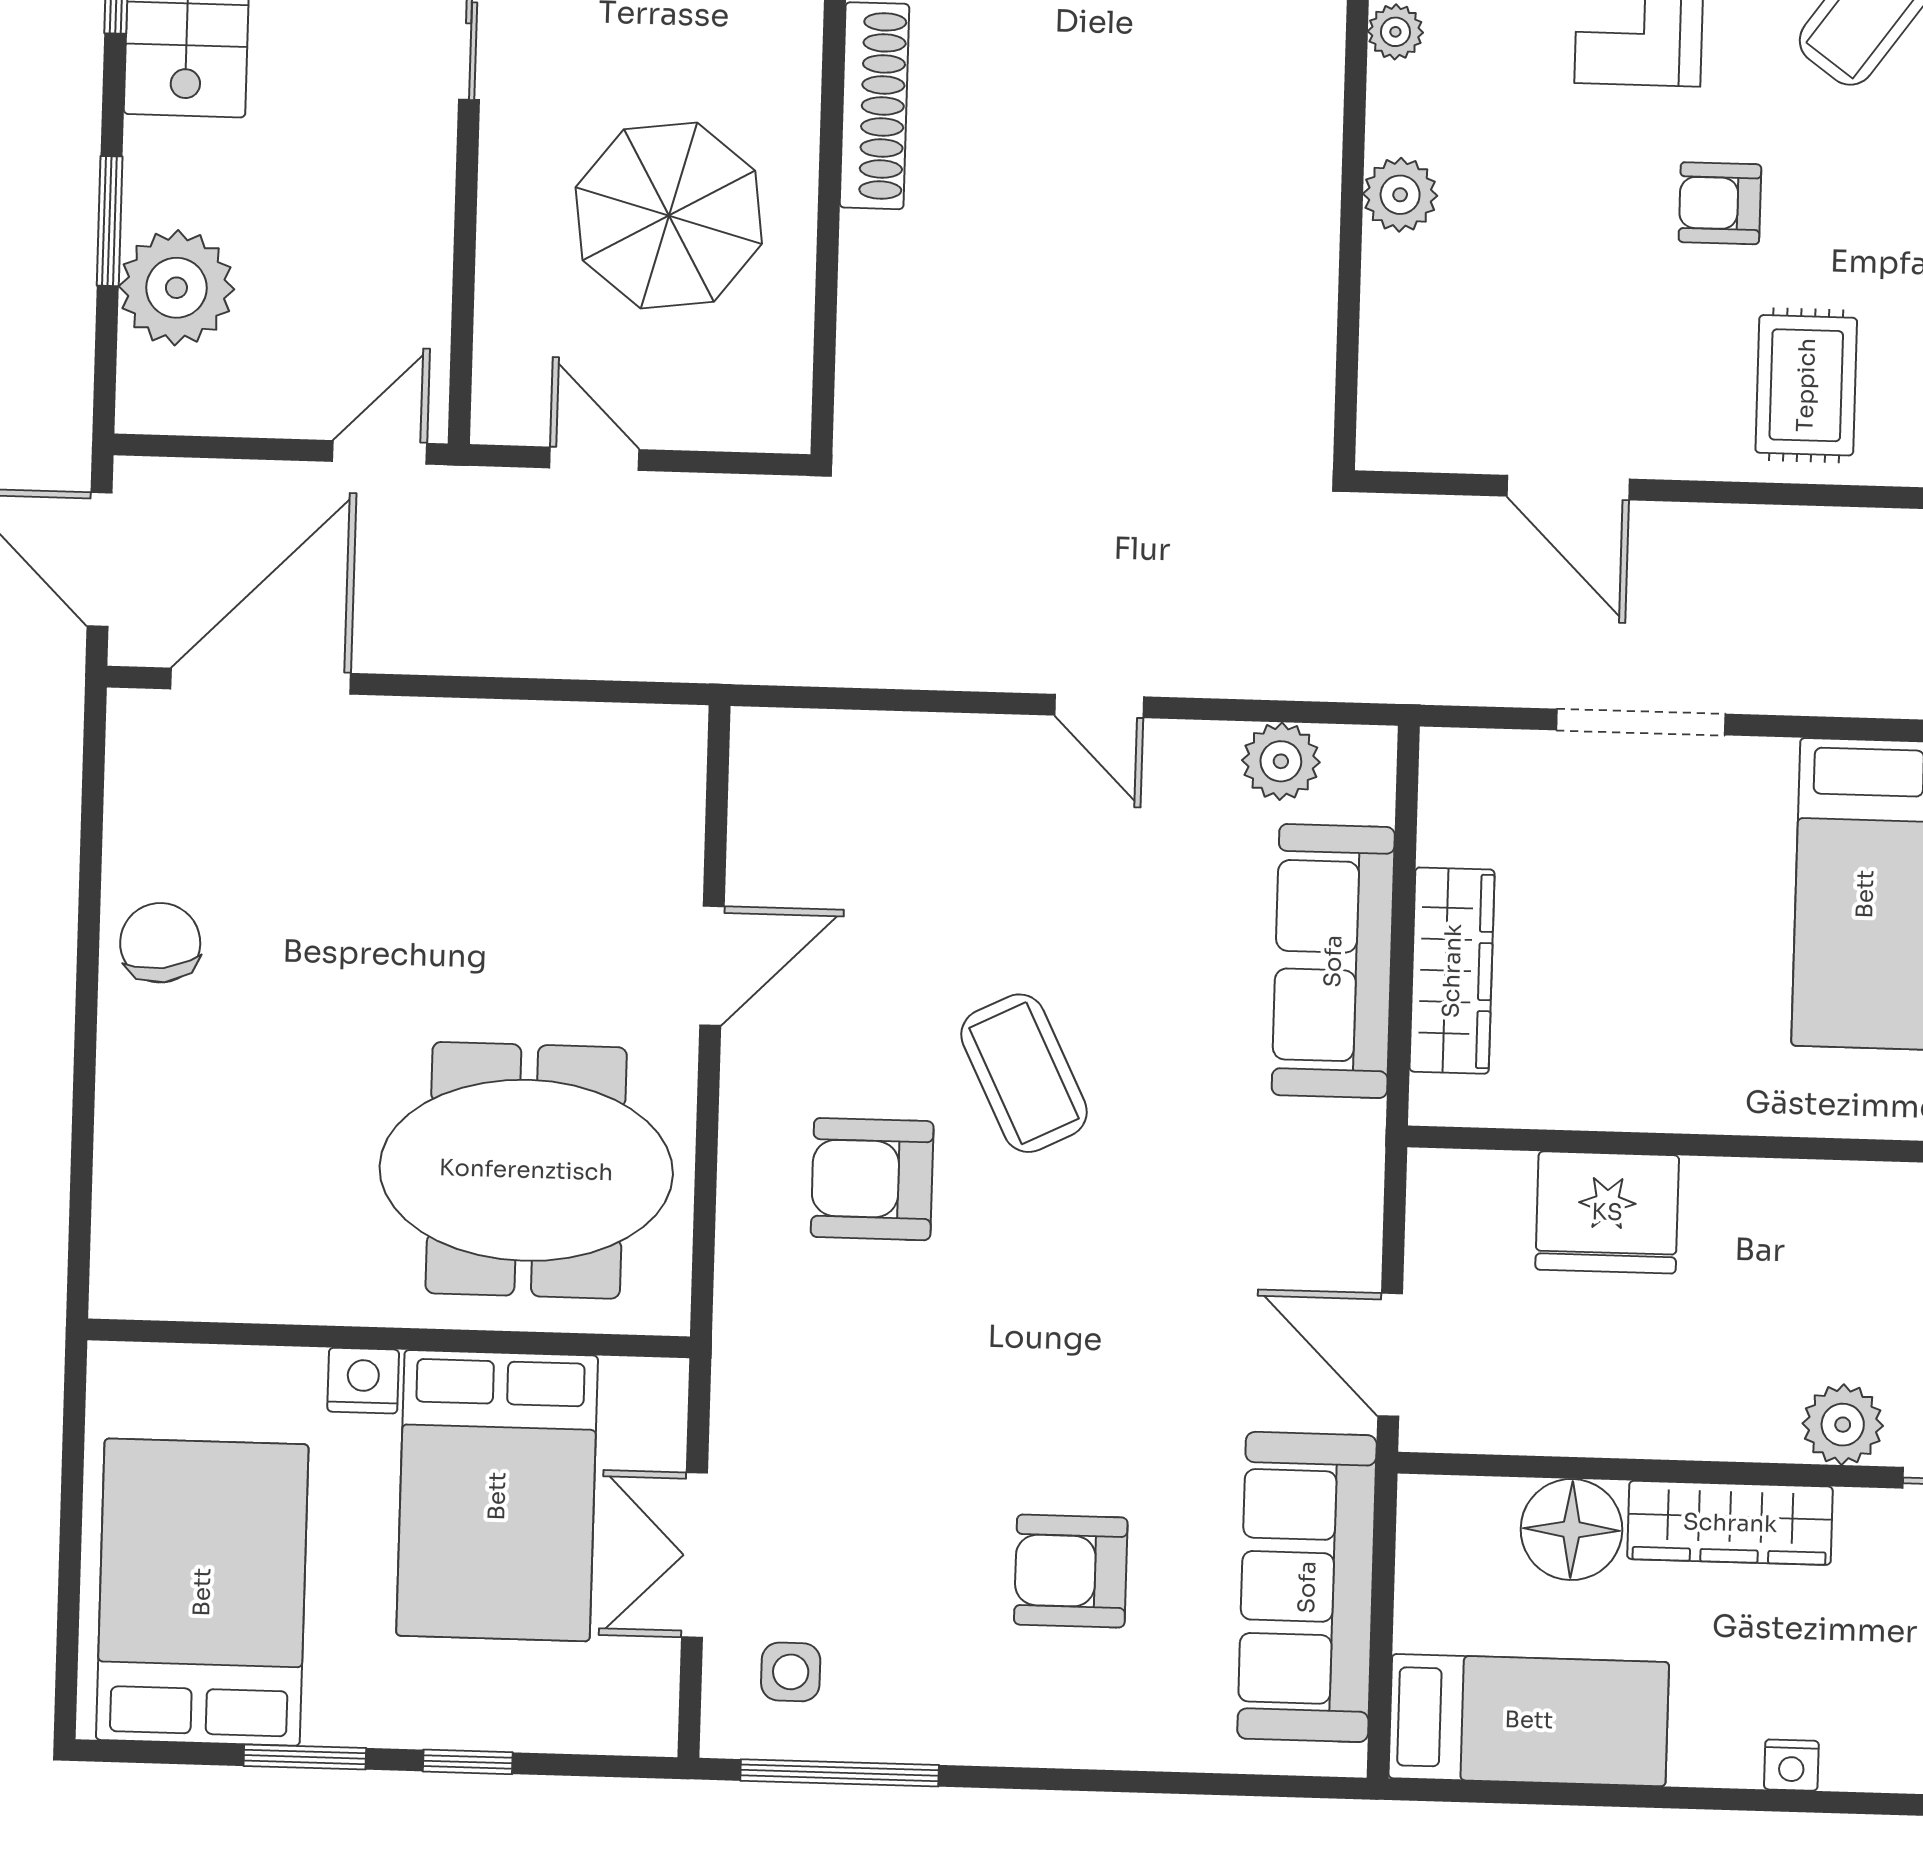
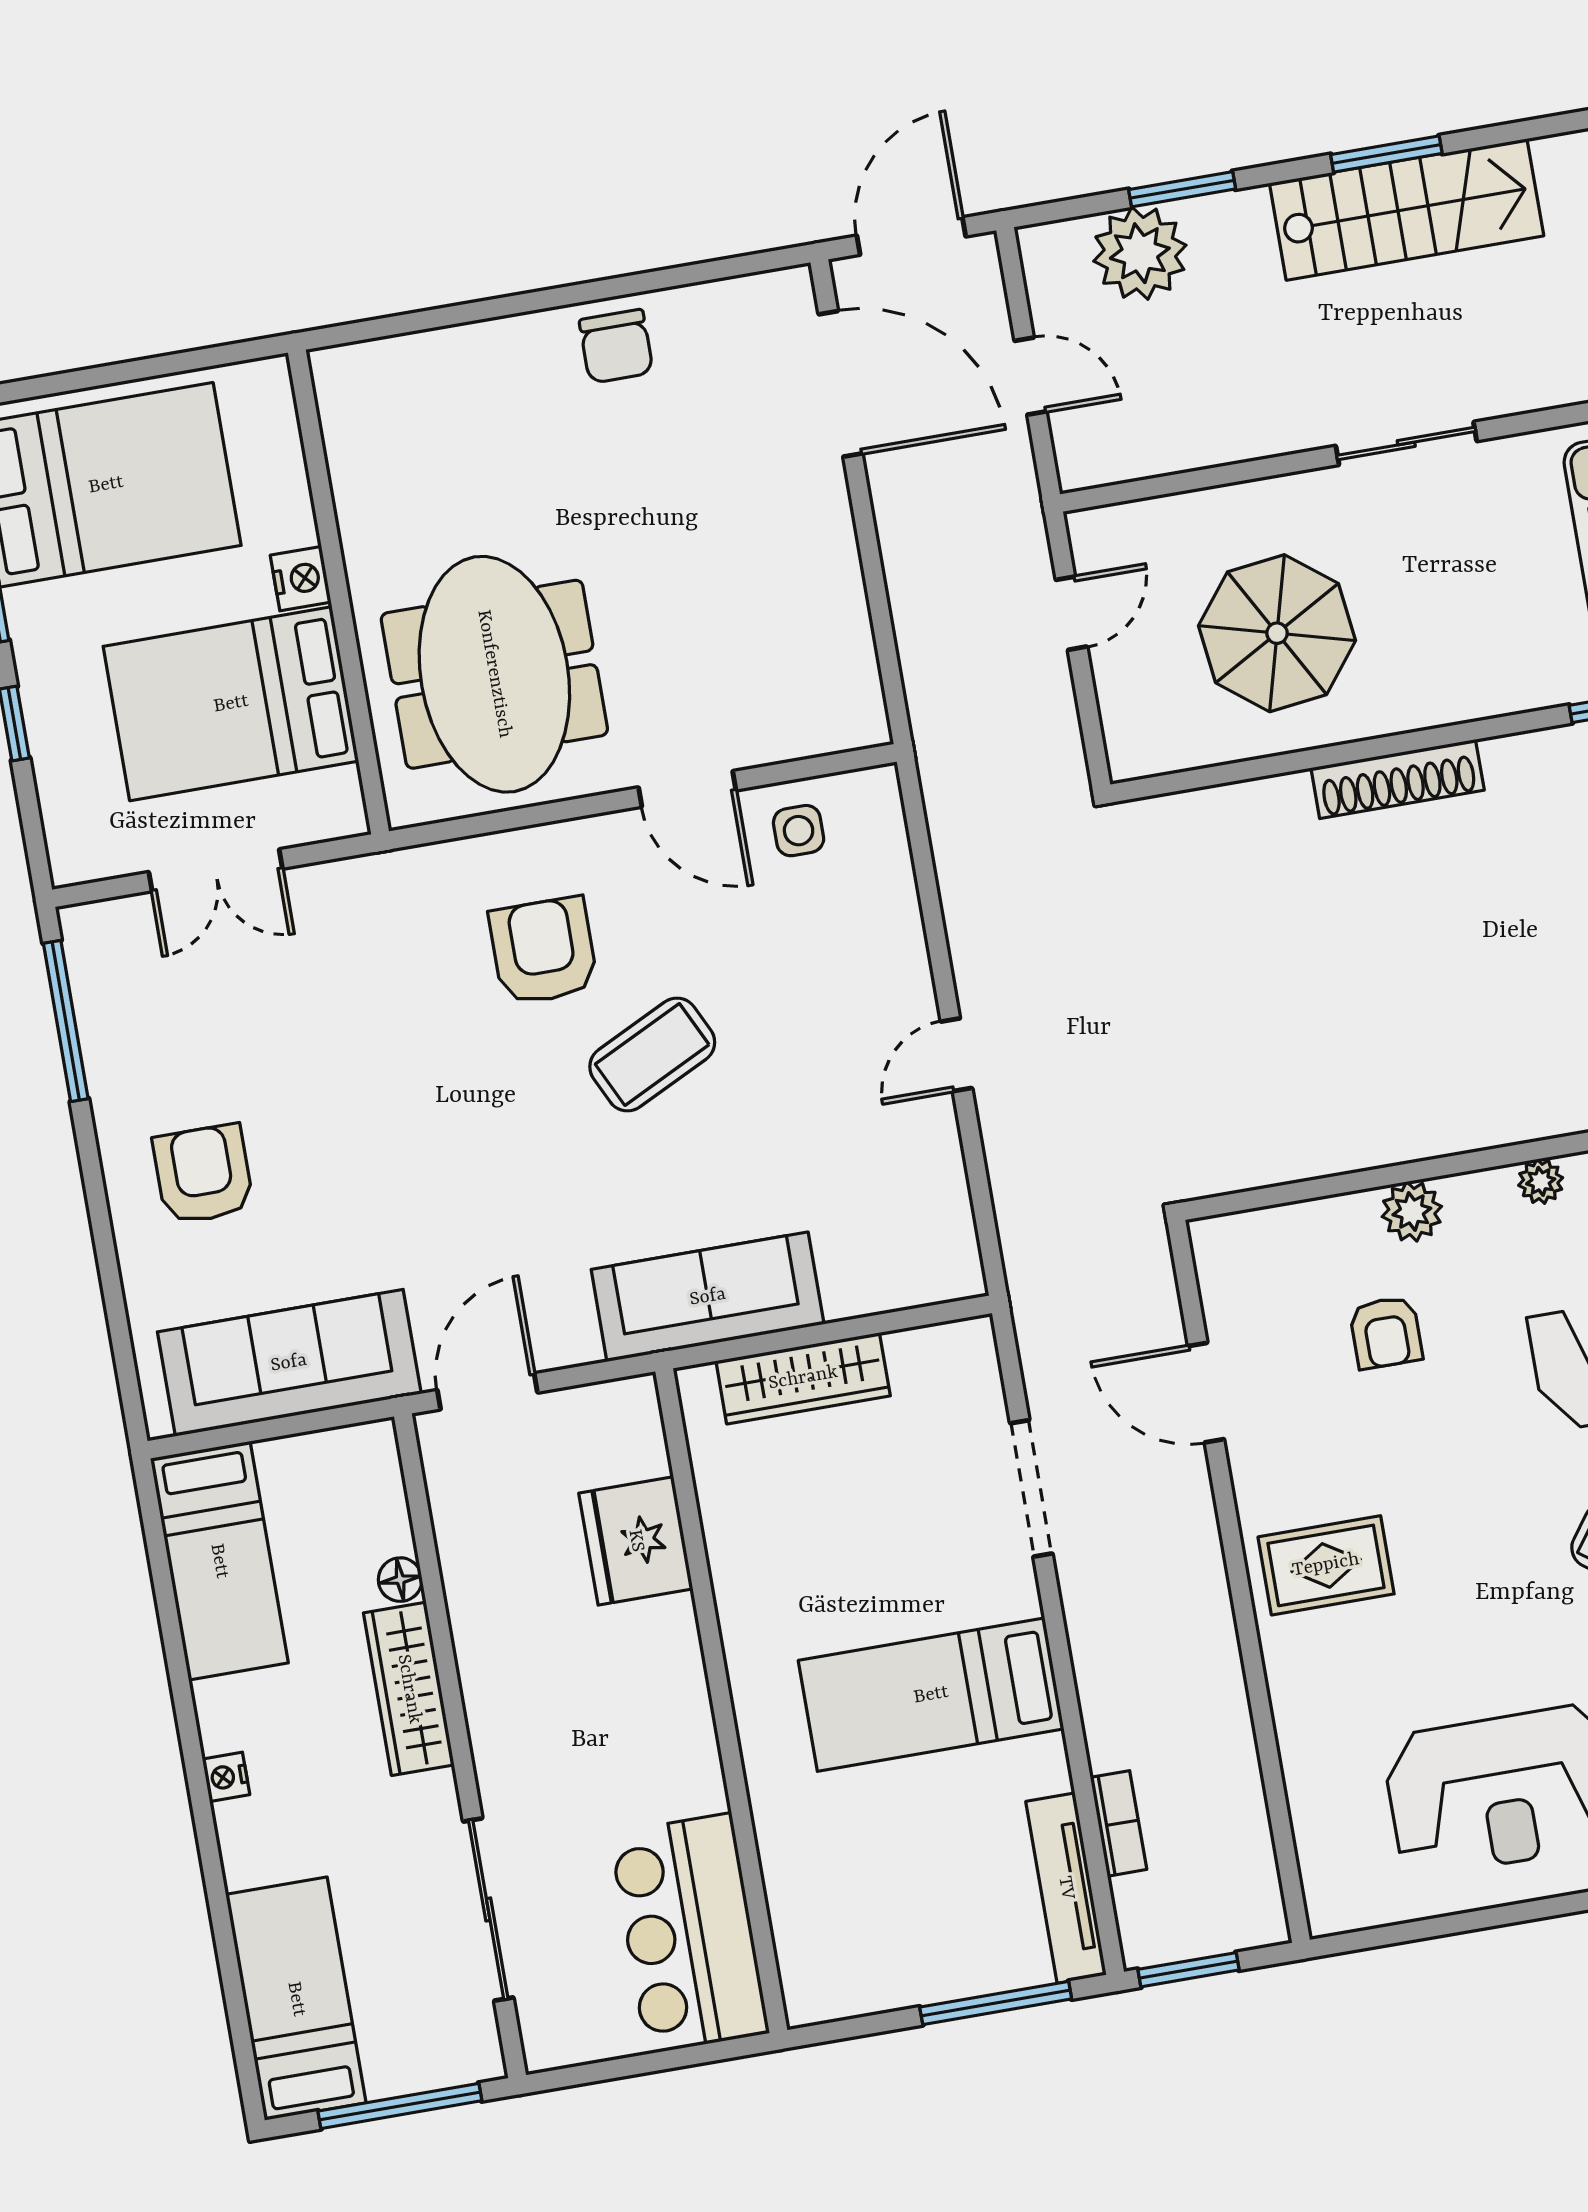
armchair: (1720, 203) -> (1386, 1333), moved, turned 180
door: (380, 452) -> (1031, 376), moved
door: (1568, 488) -> (1206, 1393), hinge flipped
plant: (1281, 761) -> (942, 1208), removed
chair: (160, 943) -> (616, 346), turned 98
sofa: (1333, 961) -> (708, 1297), moved
plant: (1843, 1425) -> (505, 1763), removed
floor lamp: (1571, 1530) -> (400, 1580), width x0.53, depth x0.53
double door: (694, 1555) -> (216, 870), swing flipped
armchair: (1071, 1571) -> (203, 1174), moved
side table: (791, 1672) -> (799, 831), moved

